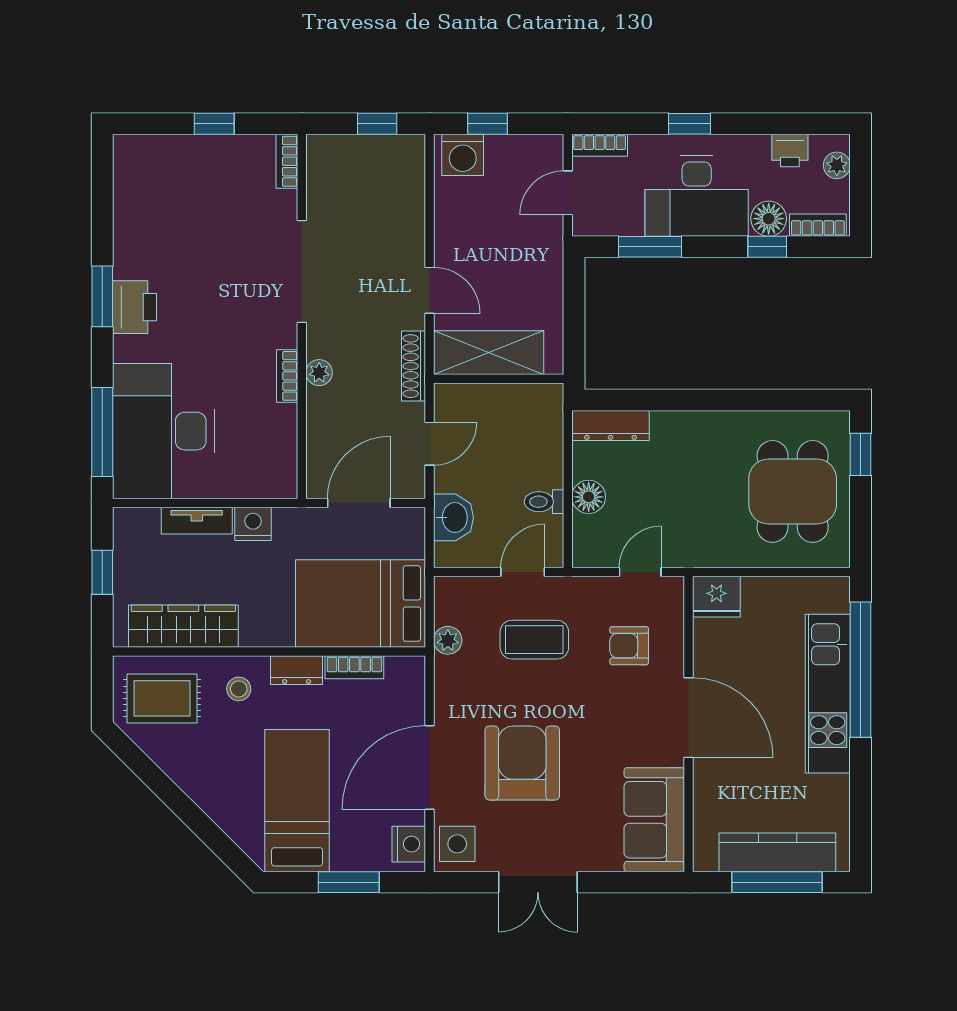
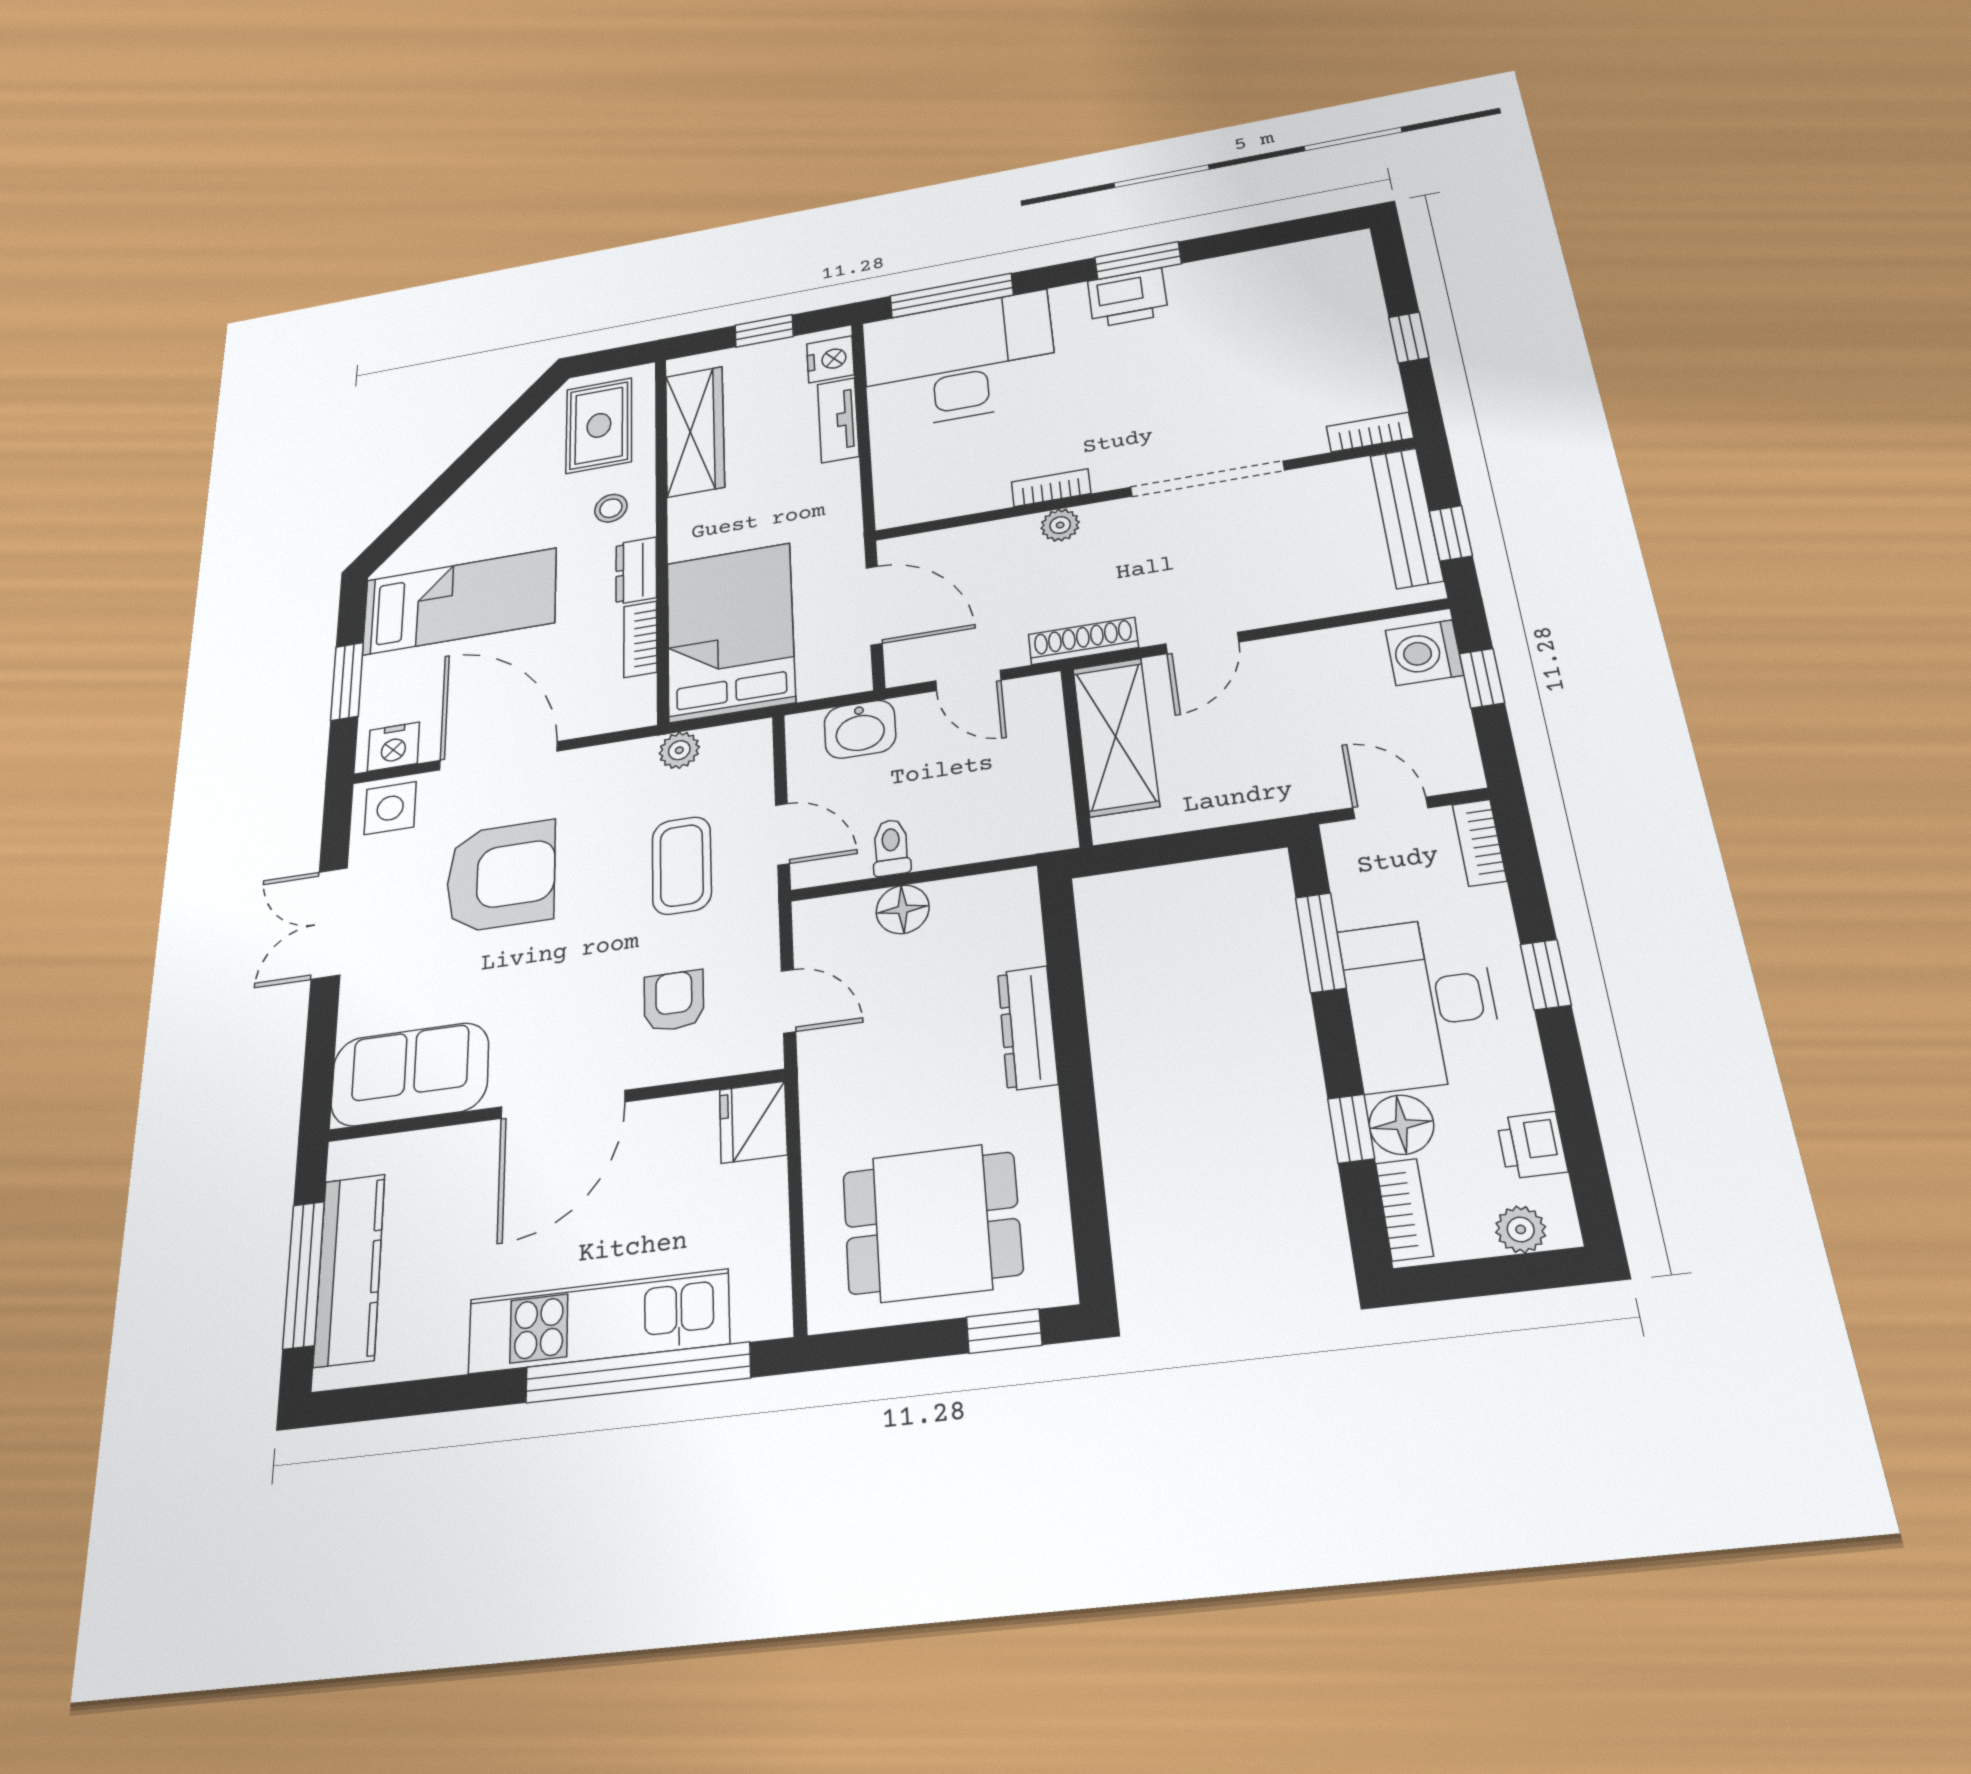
bench: (359, 149) -> (1406, 518), added
dresser: (611, 426) -> (1027, 1028), moved
nightstand: (253, 524) -> (830, 359), moved

